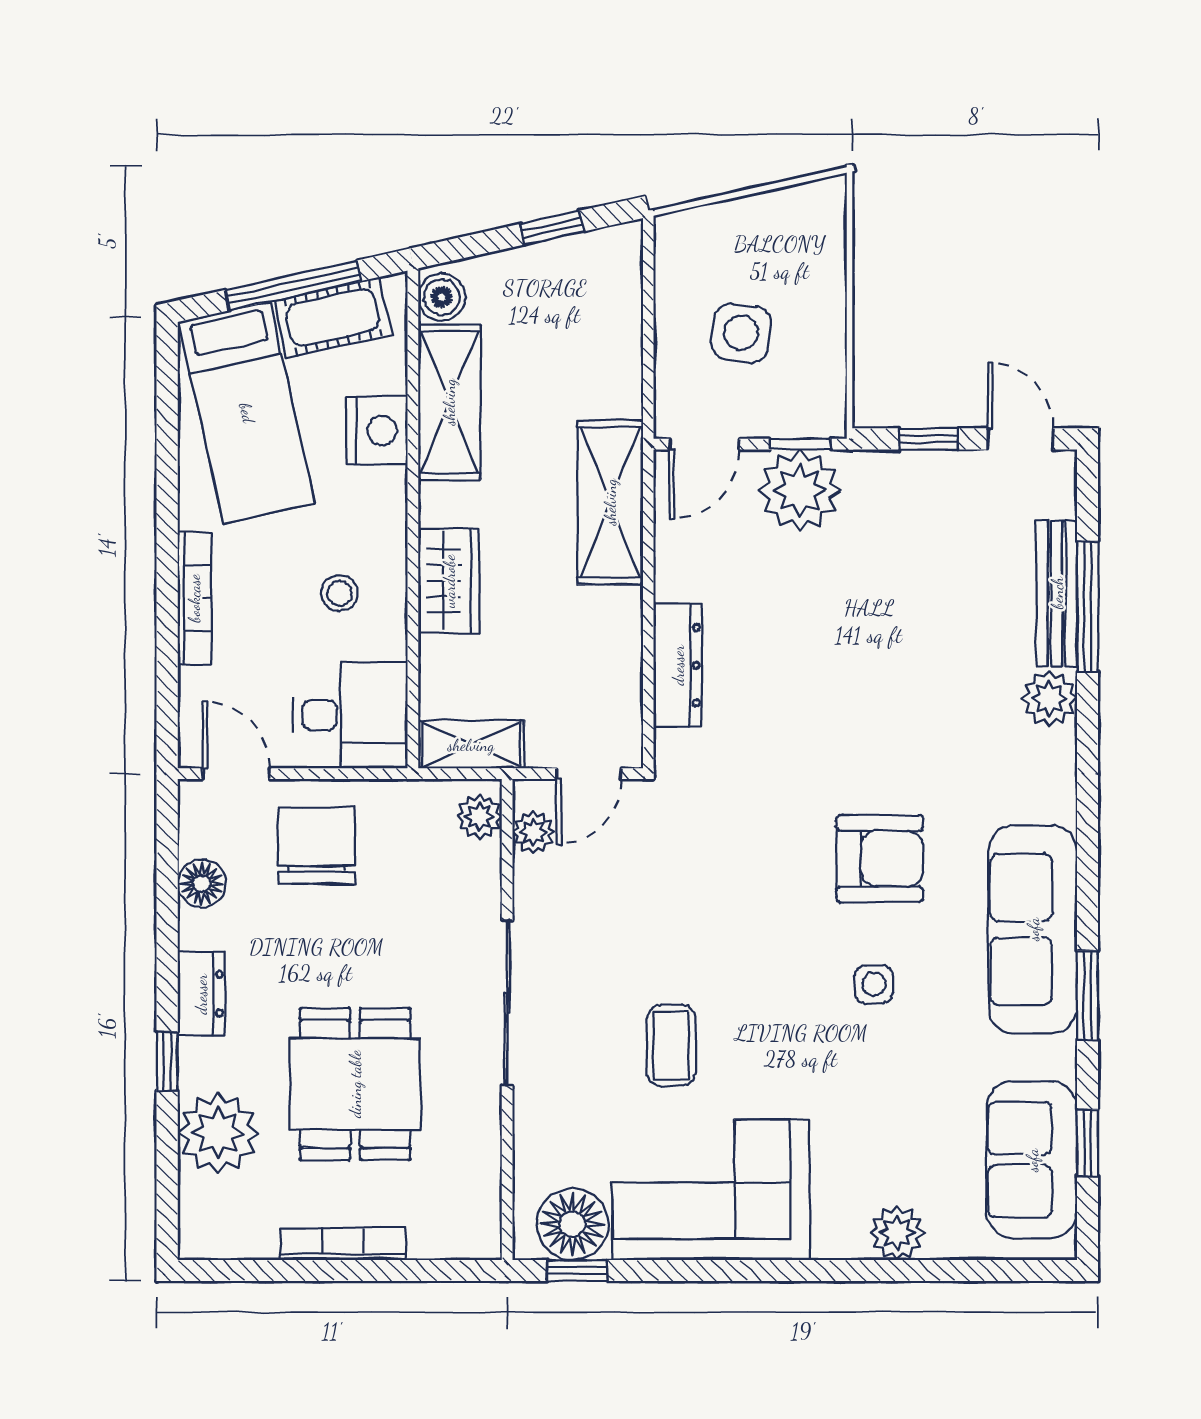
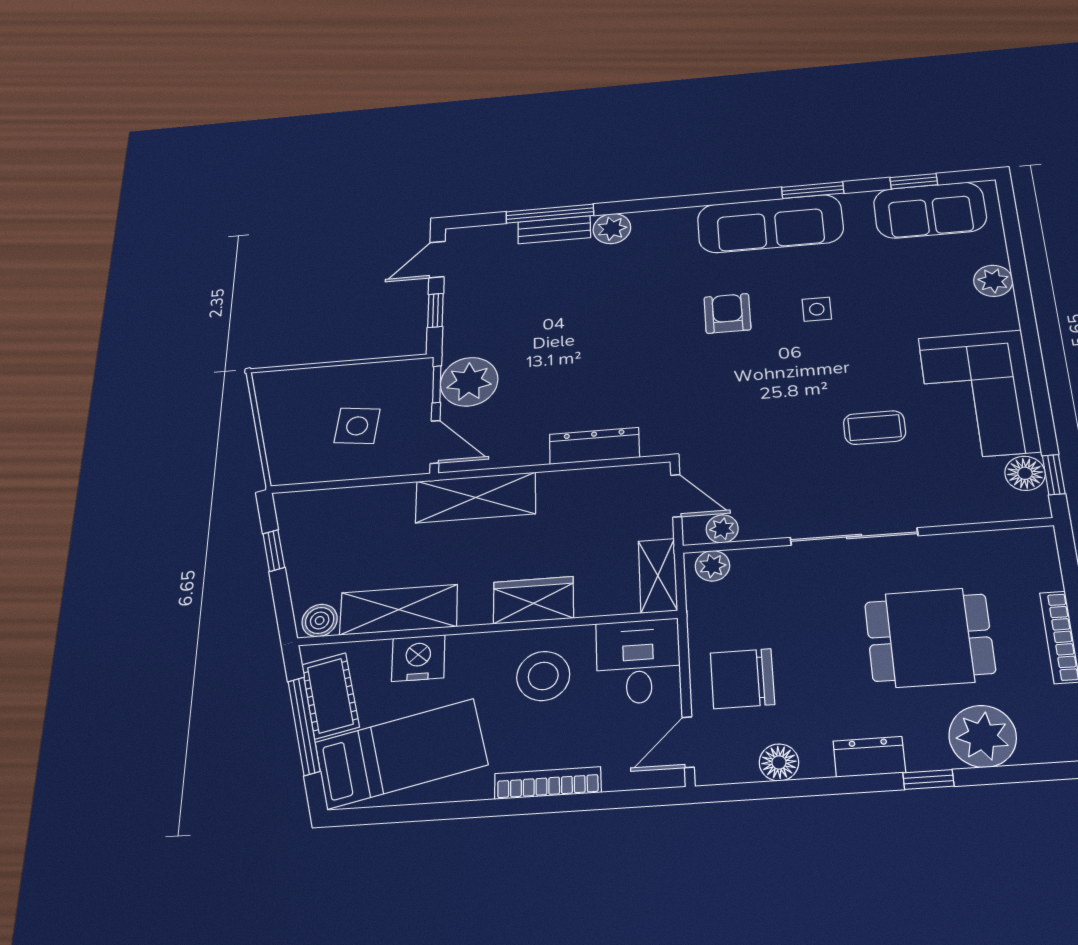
stool: (339, 593) -> (543, 676), width x1.89, depth x1.89
bench: (1057, 593) -> (554, 230), width x0.73
armchair: (880, 859) -> (727, 313), width x0.72, depth x0.72
floor lamp: (572, 1224) -> (1025, 473), width x0.73, depth x0.73

